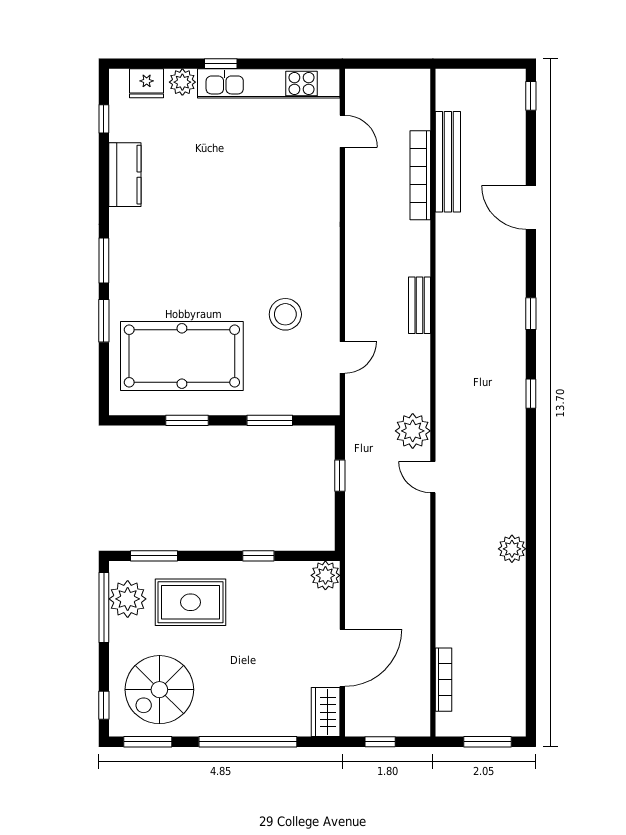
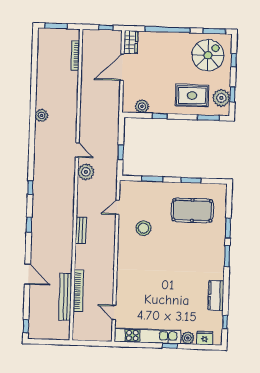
pool table: (182, 356) -> (192, 210), width x0.73, depth x0.76
plant: (325, 575) -> (142, 106), moved
window: (104, 607) -> (232, 94), width x0.46
window: (104, 705) -> (234, 60), moved

